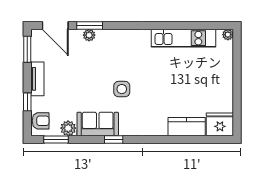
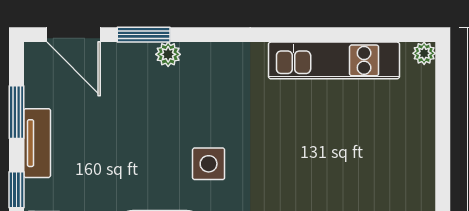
plant: (89, 35) -> (168, 54), moved
window: (27, 49) -> (17, 112), moved

